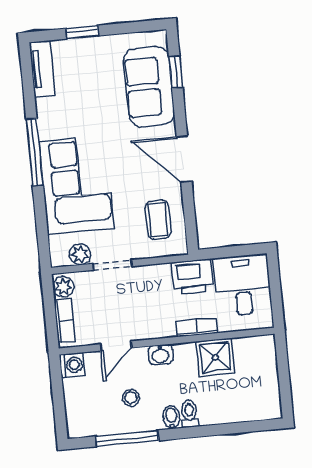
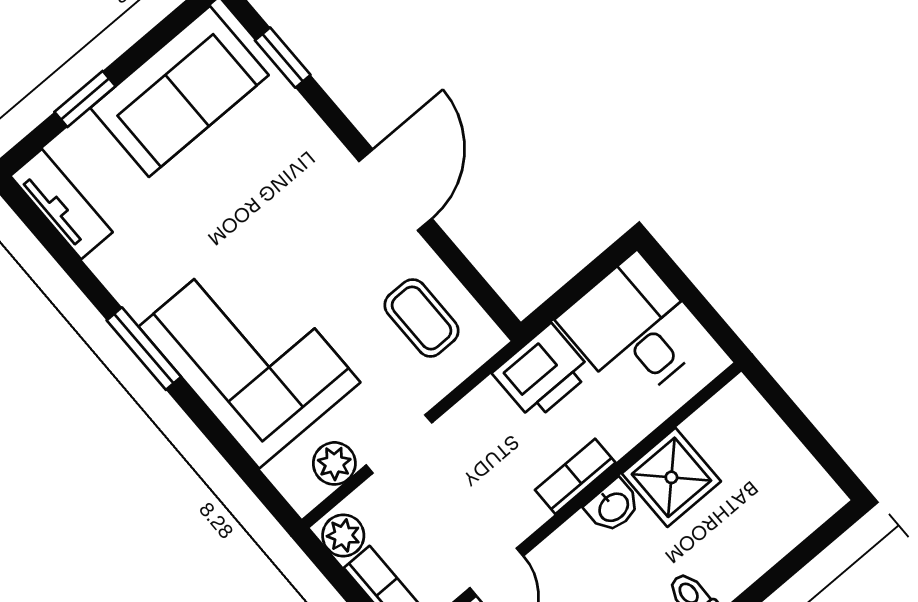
sofa: (149, 87) -> (179, 92), moved, turned -90
window: (35, 152) -> (144, 349), width x0.69
door: (184, 159) -> (395, 190), swing flipped
bookcase: (196, 327) -> (575, 476), moved
washbasin: (161, 355) -> (613, 506), moved

